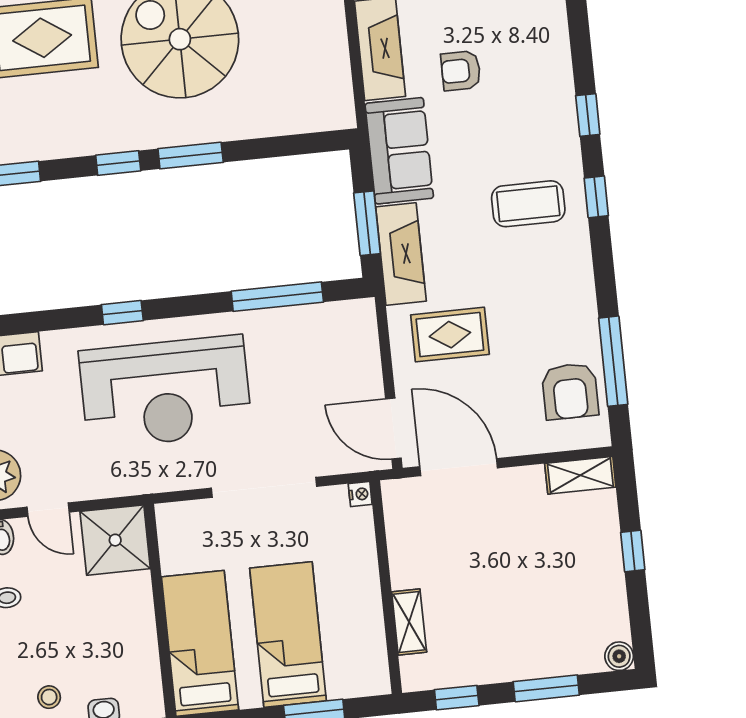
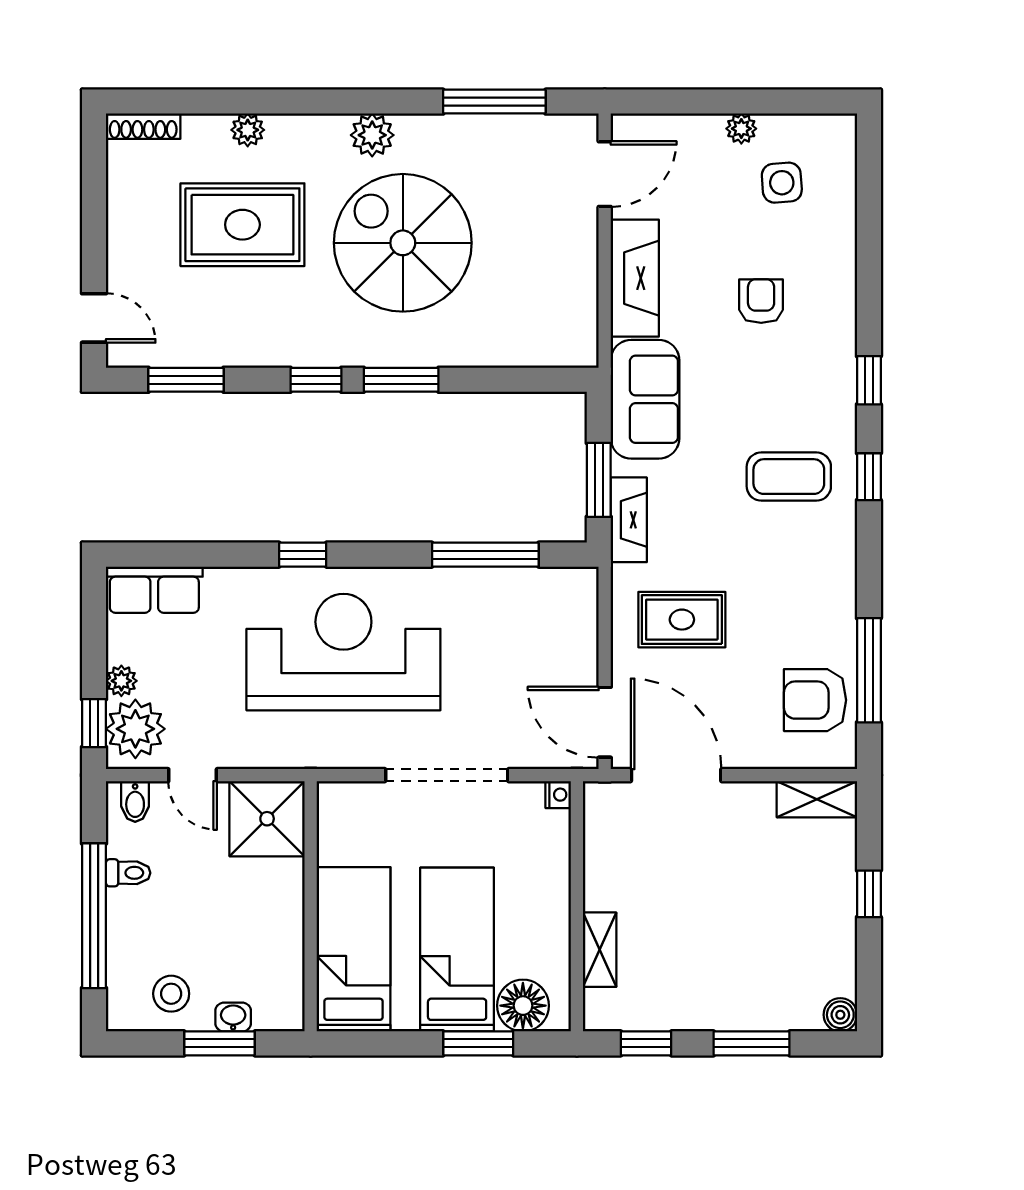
armchair: (461, 71) -> (761, 301), moved, turned 90
fireplace: (401, 254) -> (629, 520), width x0.73, depth x0.76
armchair: (570, 391) -> (815, 700), turned 90
reception desk: (165, 392) -> (343, 652), turned 180
floor lamp: (349, 676) -> (523, 1006), added
stool: (49, 697) -> (171, 994), width x1.37, depth x1.37

